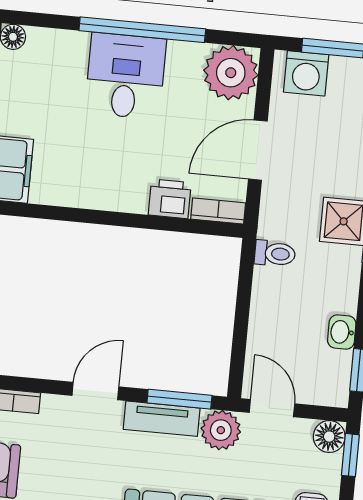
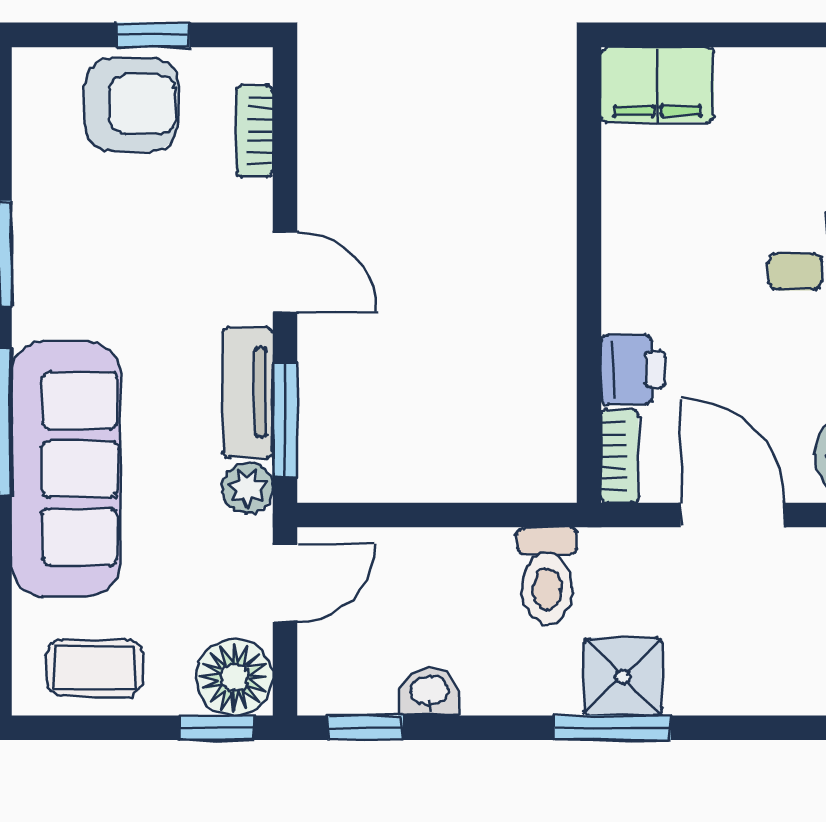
toilet: (275, 254) -> (547, 576), width x1.37, depth x1.39
plant: (221, 430) -> (248, 488), width x0.73, depth x0.73
floor lamp: (329, 437) -> (235, 677), width x1.38, depth x1.38

